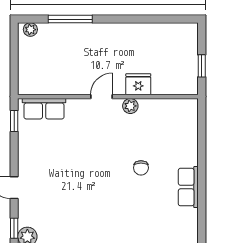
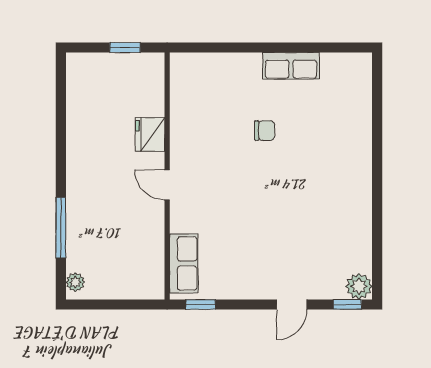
plant: (130, 106) -> (180, 145), removed

